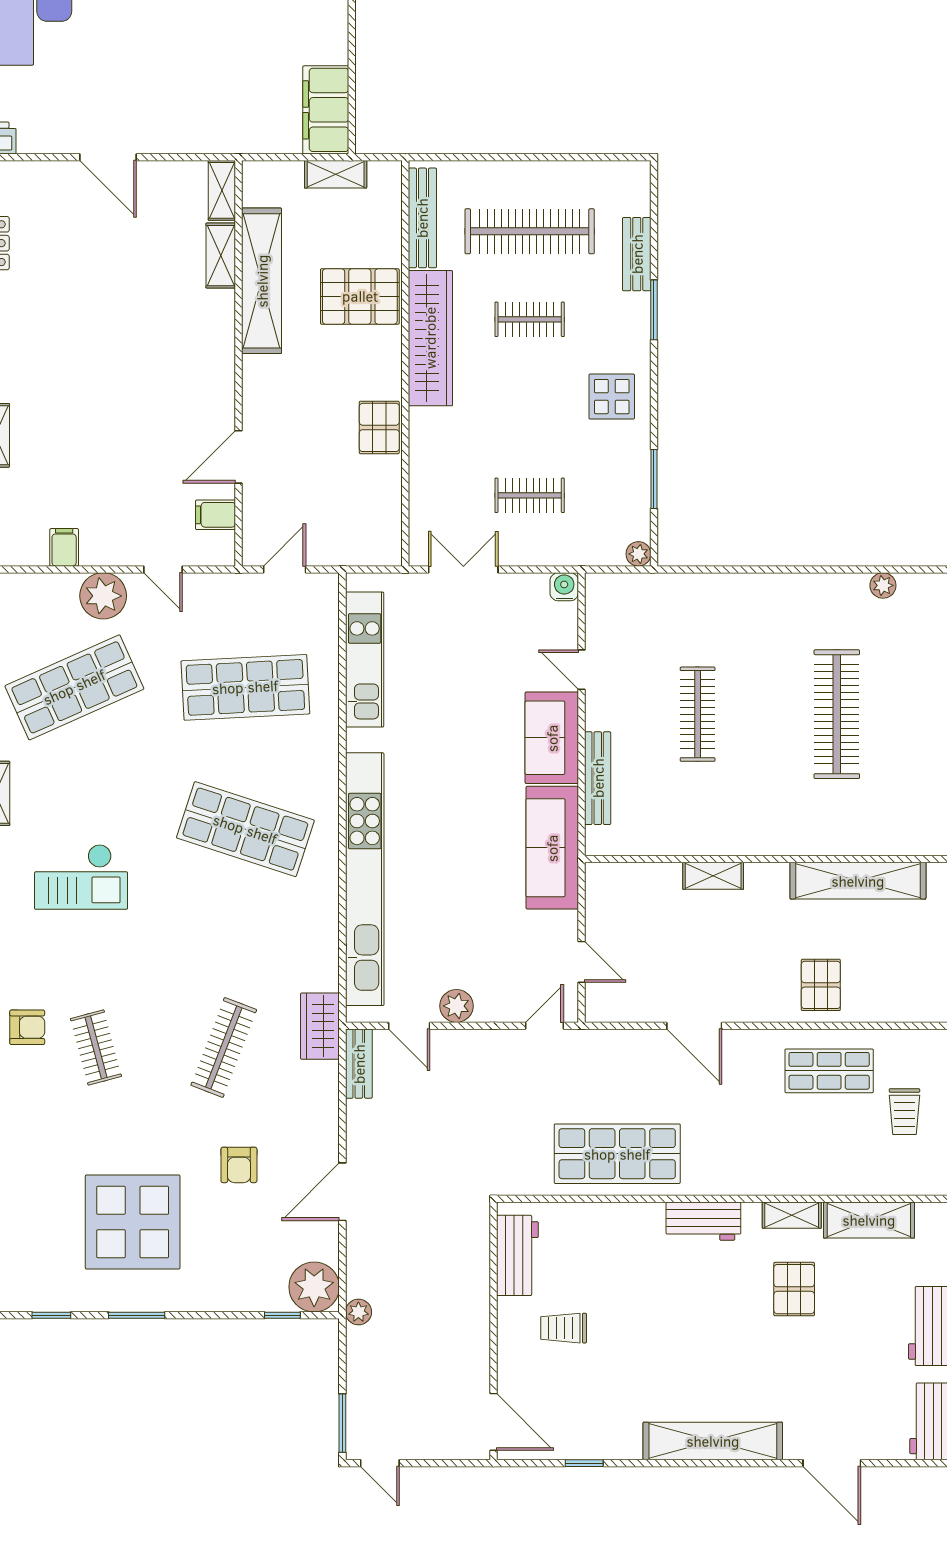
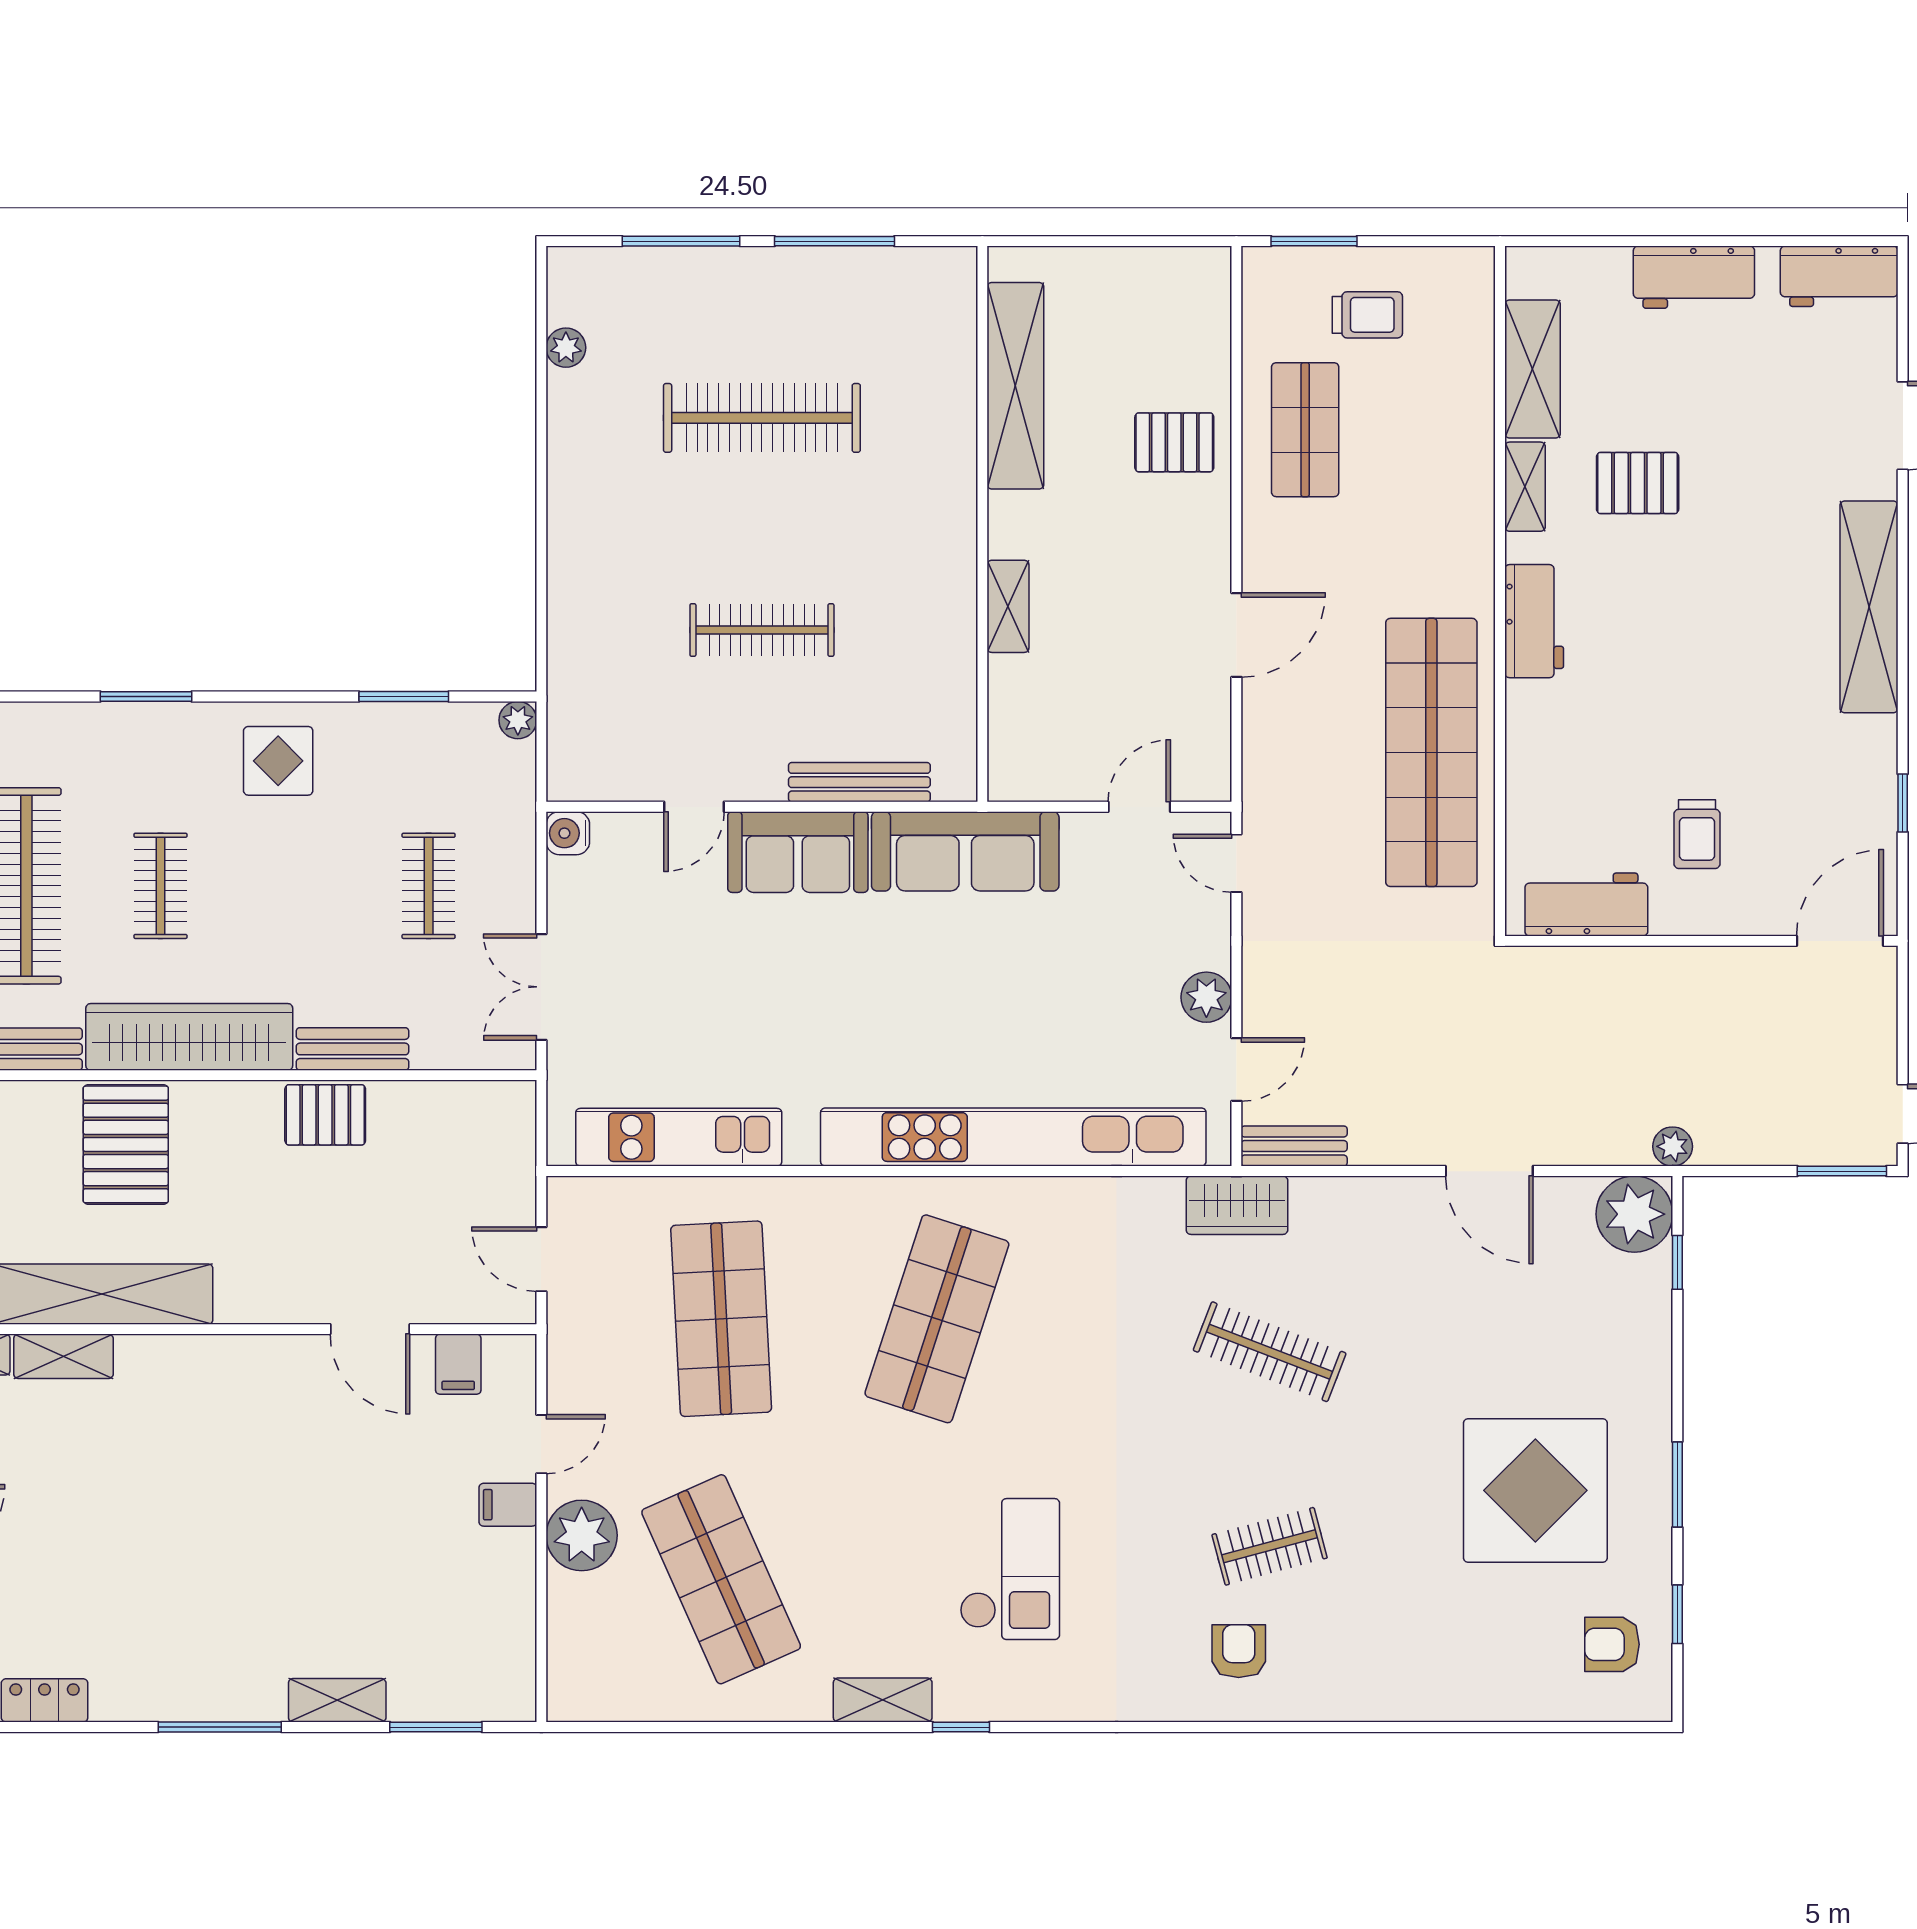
bench: (637, 254) -> (352, 1049), moved
filing cabinet: (64, 547) -> (508, 1505), moved
shop shelf: (617, 1154) -> (1431, 752), width x1.40
armchair: (239, 1165) -> (1612, 1644), moved, turned 180

